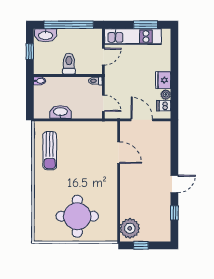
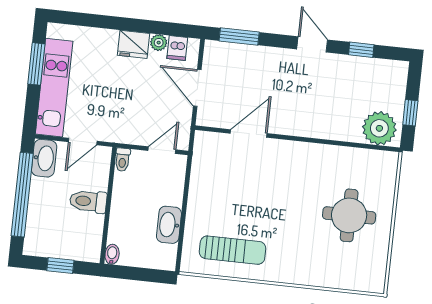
washbasin: (46, 35) -> (44, 158), moved
door: (103, 57) -> (83, 142), swing flipped
door: (142, 120) -> (197, 88), hinge flipped
window: (174, 141) -> (239, 36), added
round table: (77, 216) -> (349, 215), width x0.73, depth x0.73

